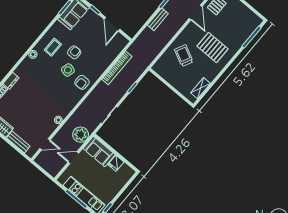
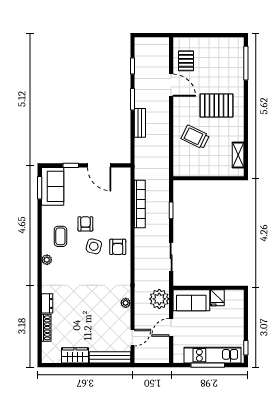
bench: (18, 142) -> (110, 357), width x1.36

